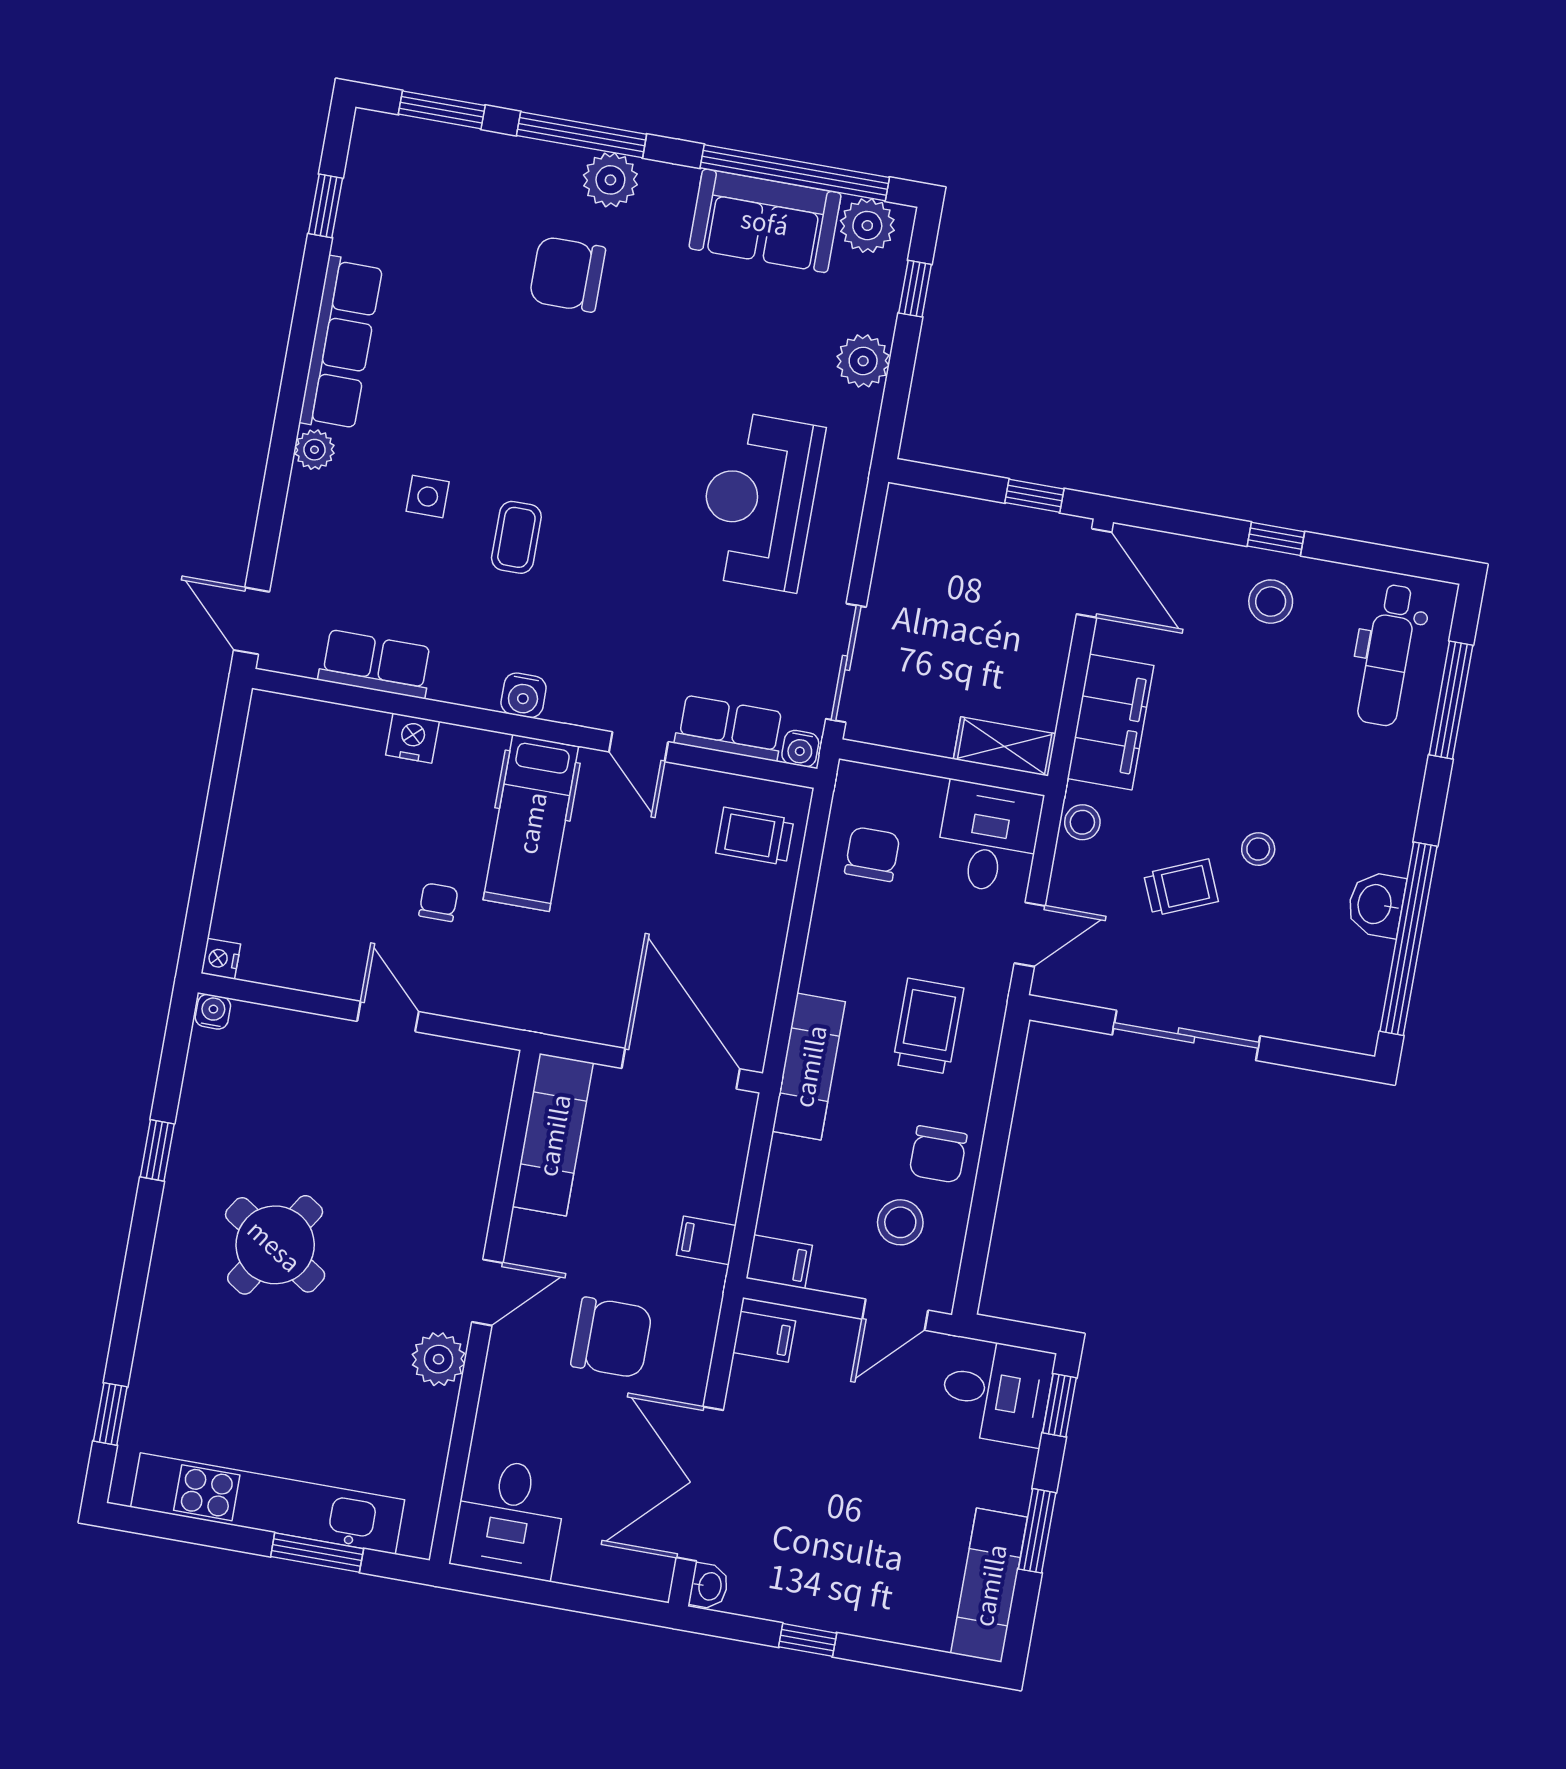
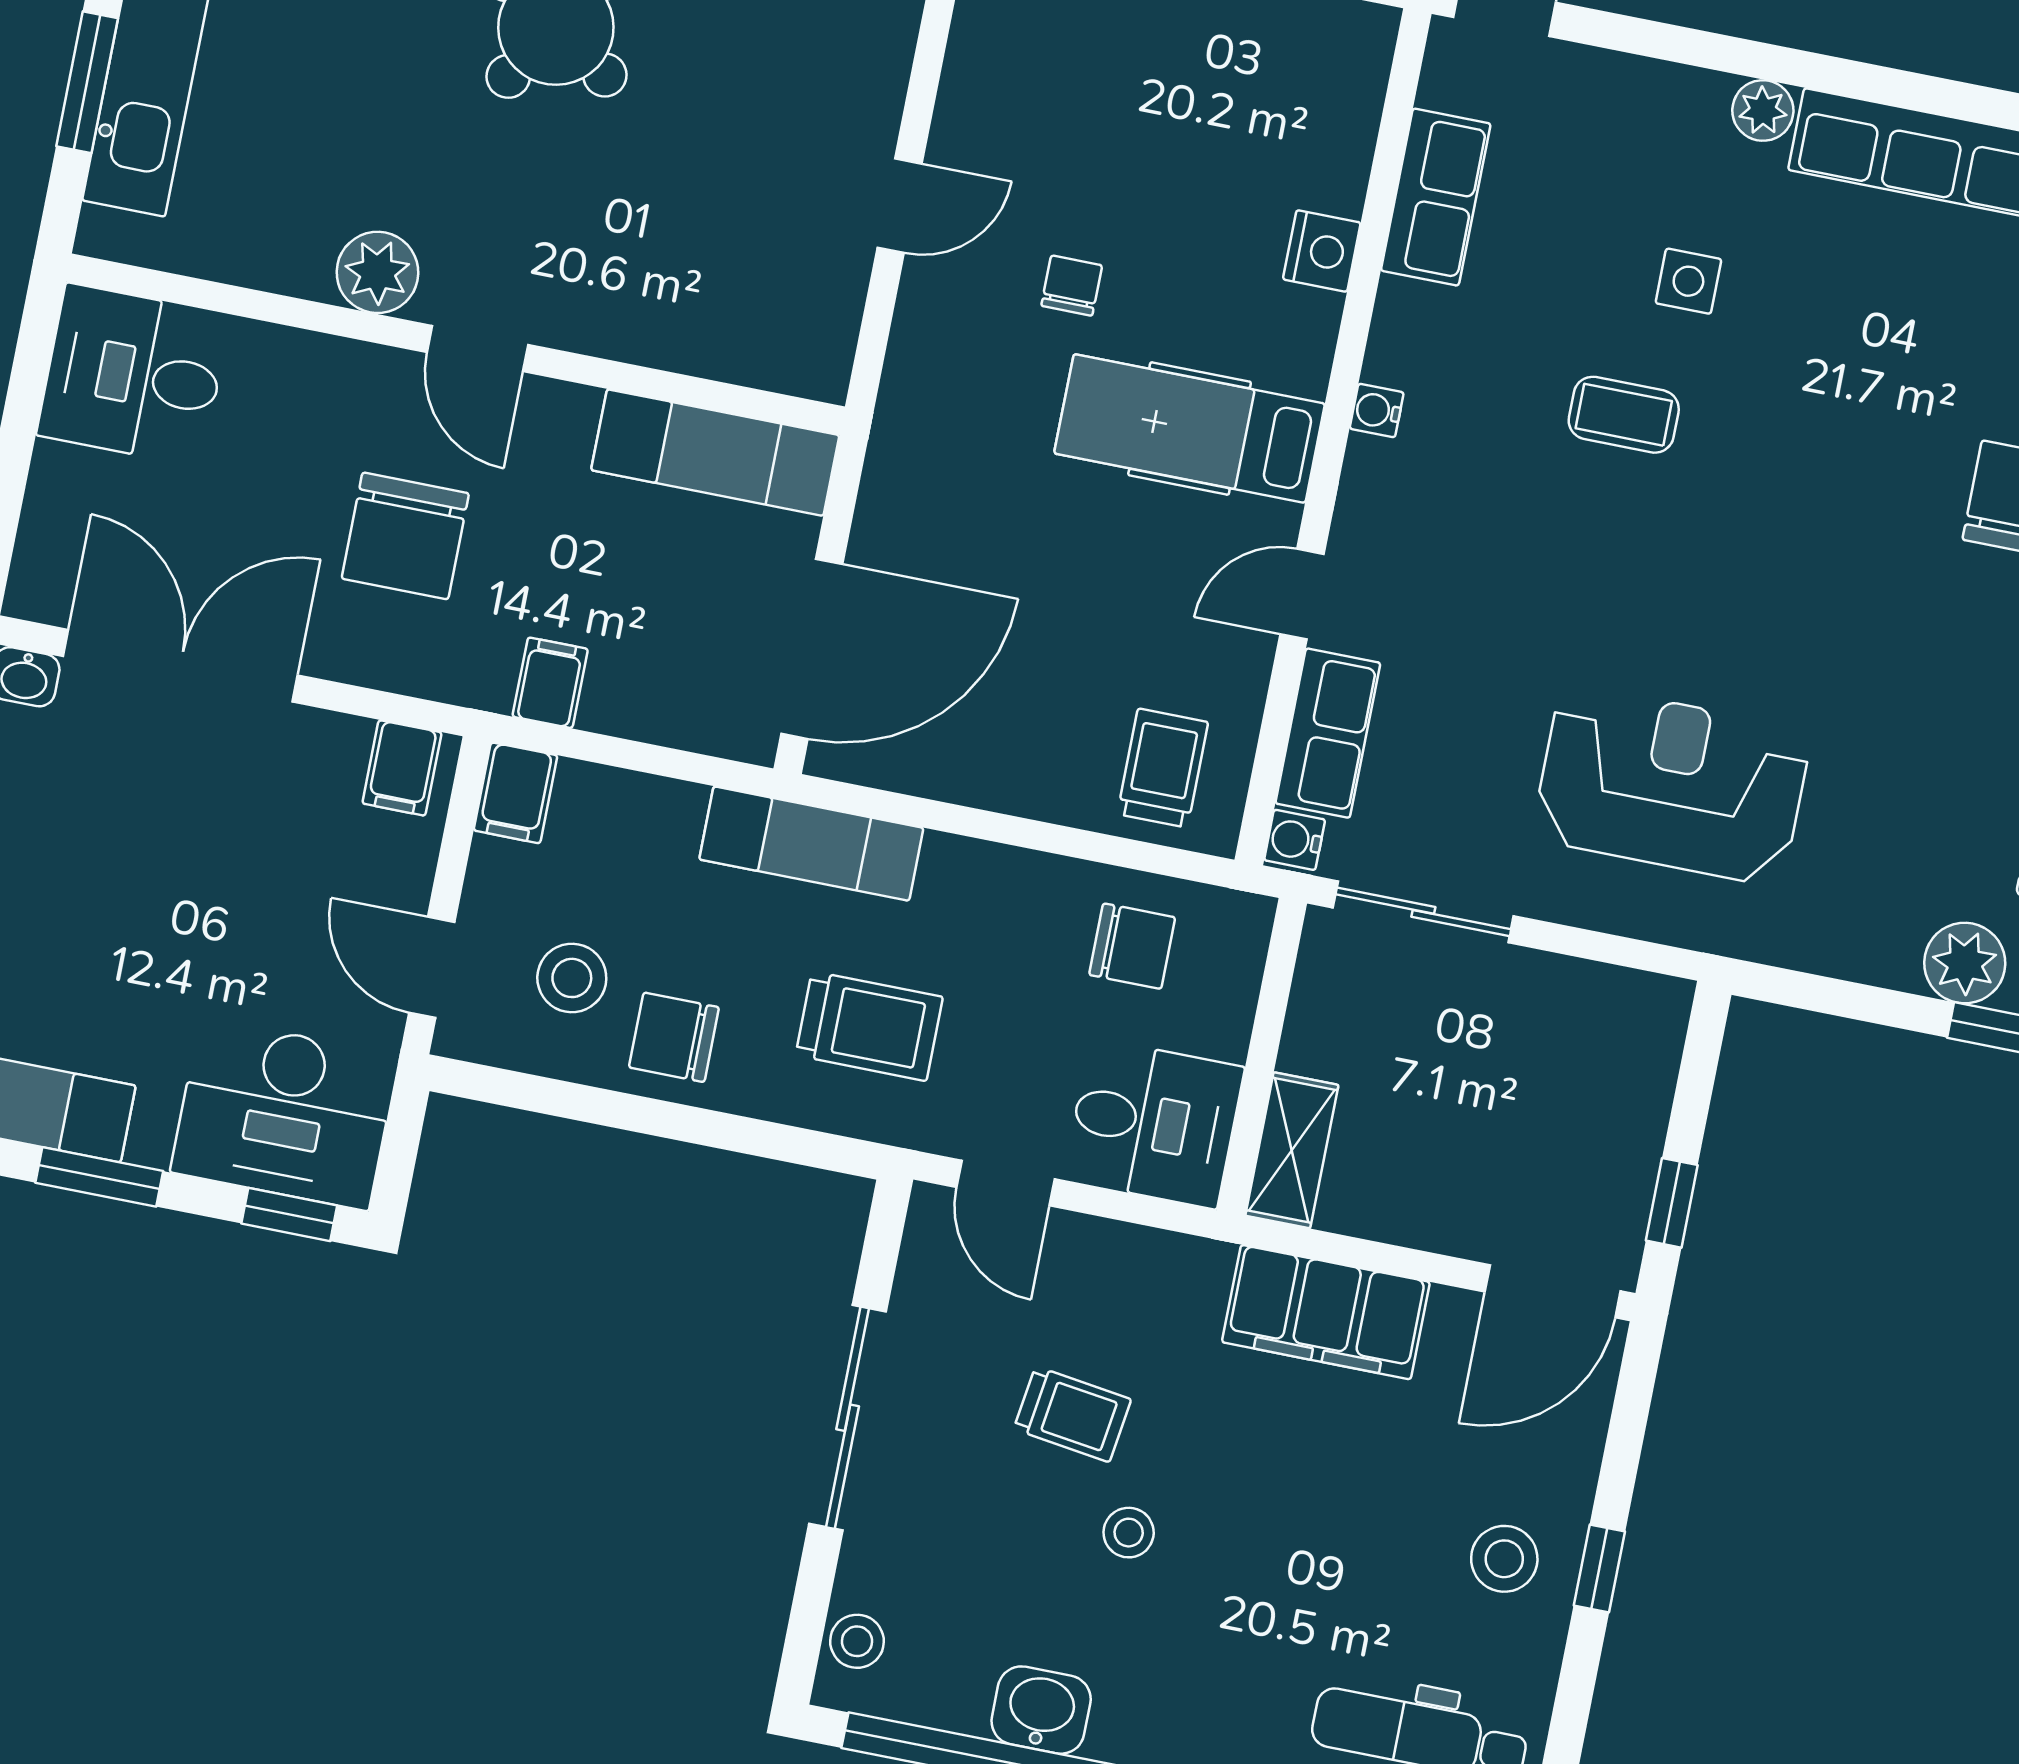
plant: (863, 361) -> (1965, 963), moved
water cooler: (524, 695) -> (1377, 411), width x0.72, depth x0.72
stool: (1082, 822) -> (857, 1641), moved
trolley: (1181, 888) -> (1072, 1414), turned -59
chair: (438, 902) -> (1072, 286), turned -90
desk: (997, 1392) -> (285, 1114), width x1.37

